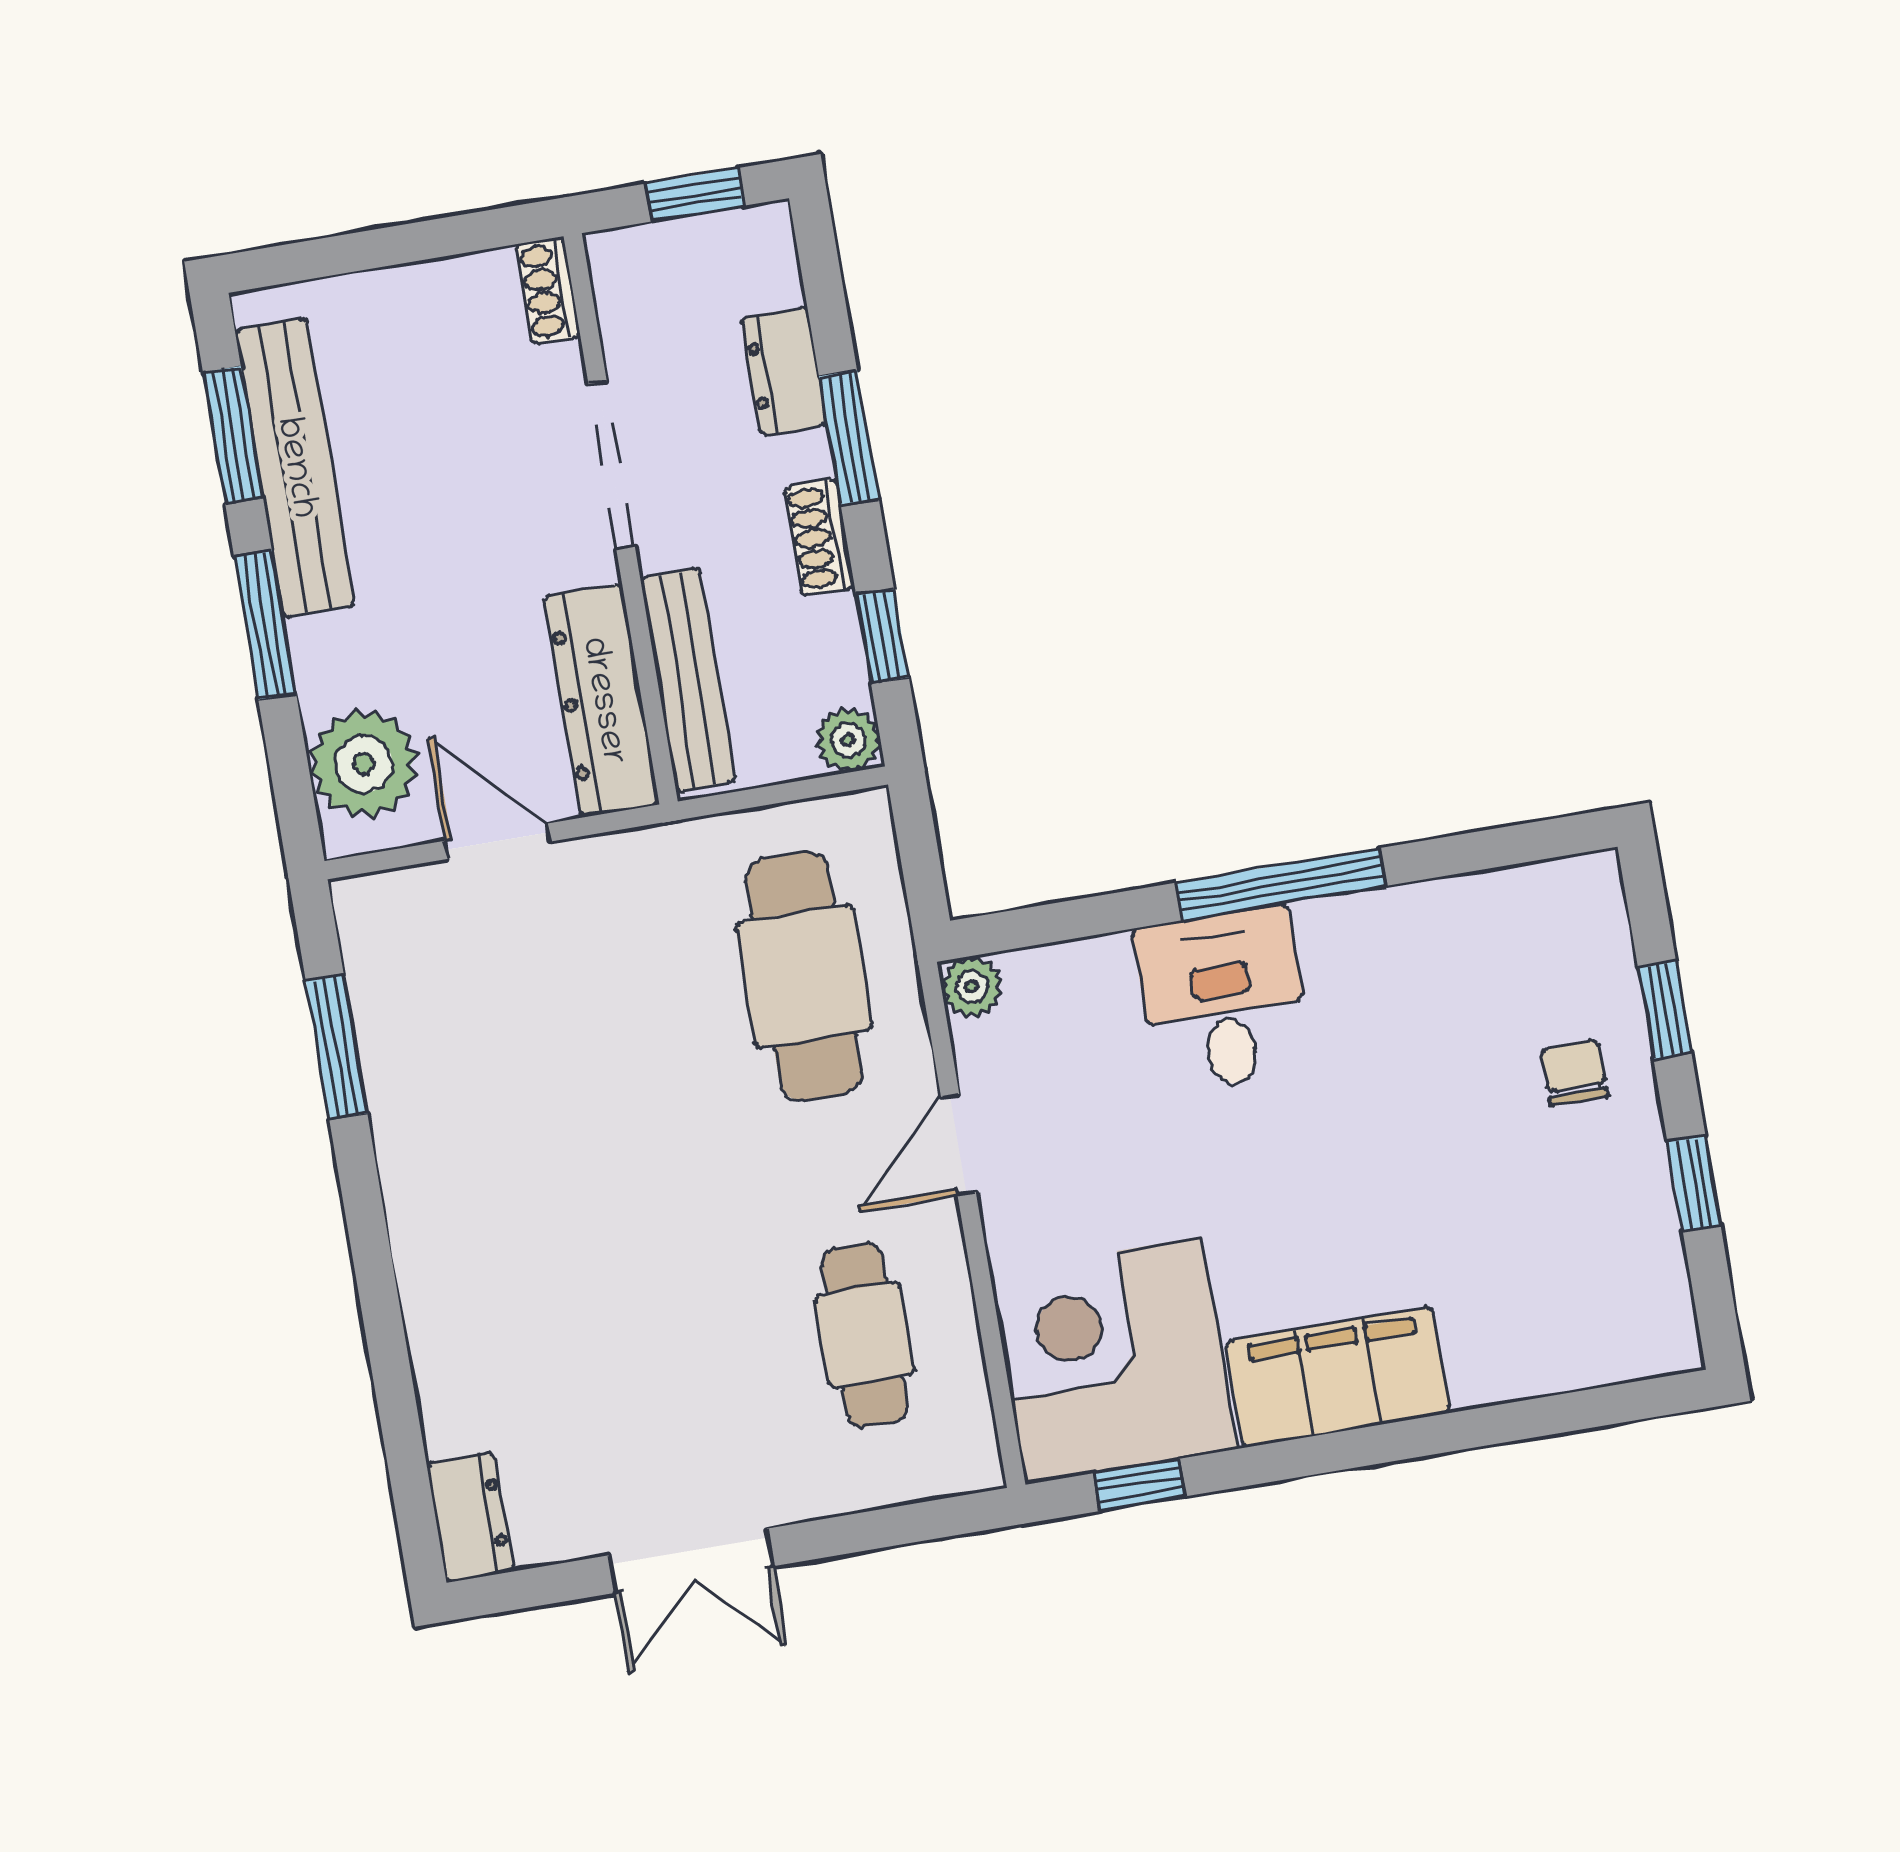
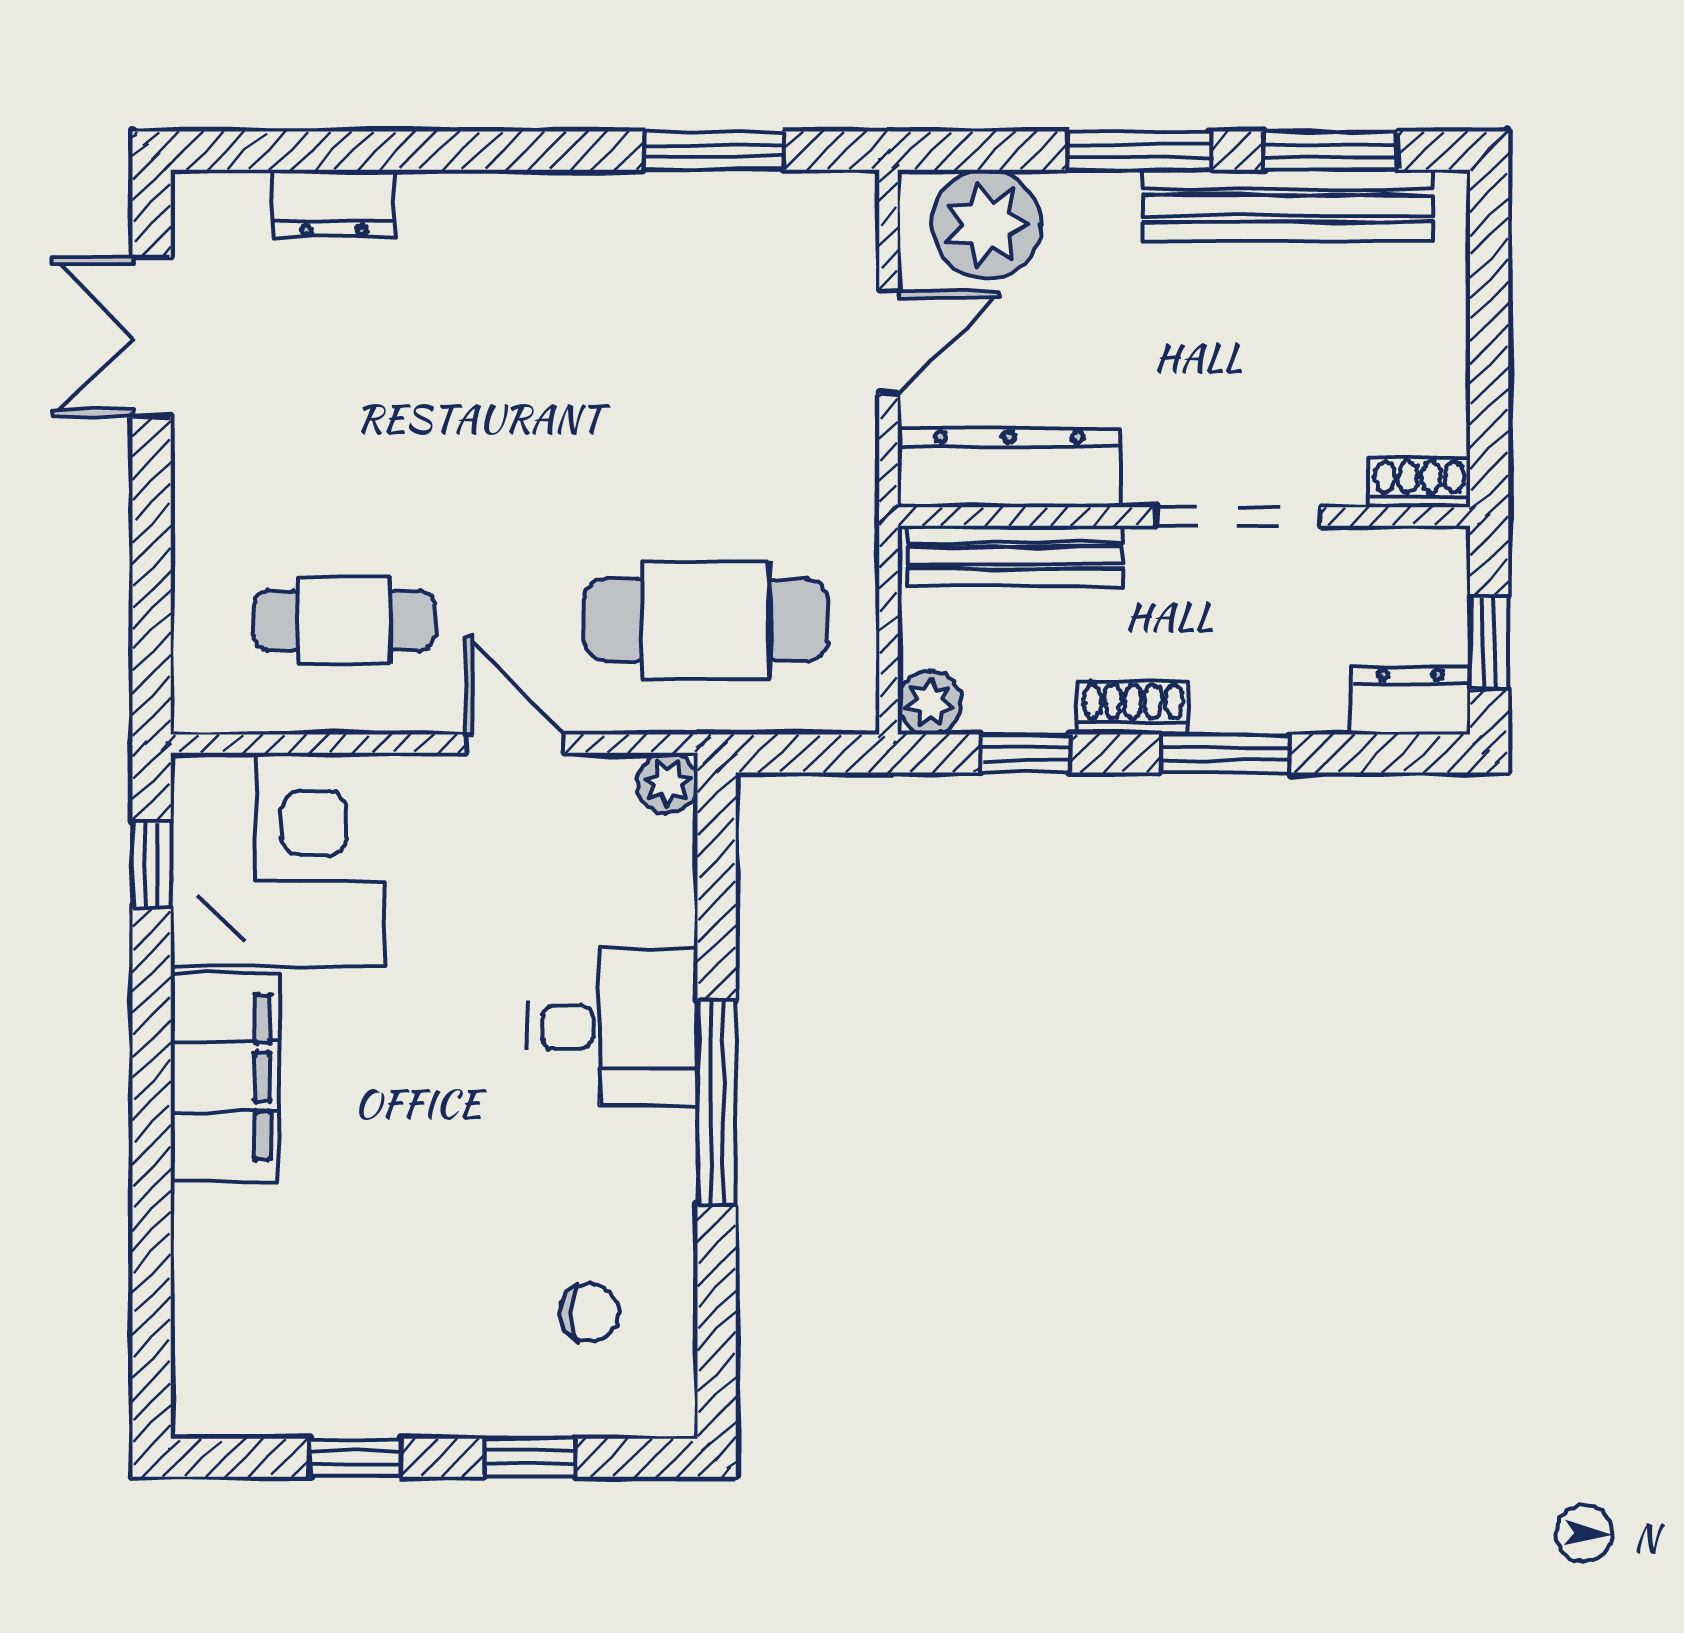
dresser: (784, 371) -> (1410, 701), moved
chair: (1574, 1073) -> (589, 1312), moved
dresser: (470, 1517) -> (334, 204), moved
double door: (691, 1561) -> (152, 337), moved

